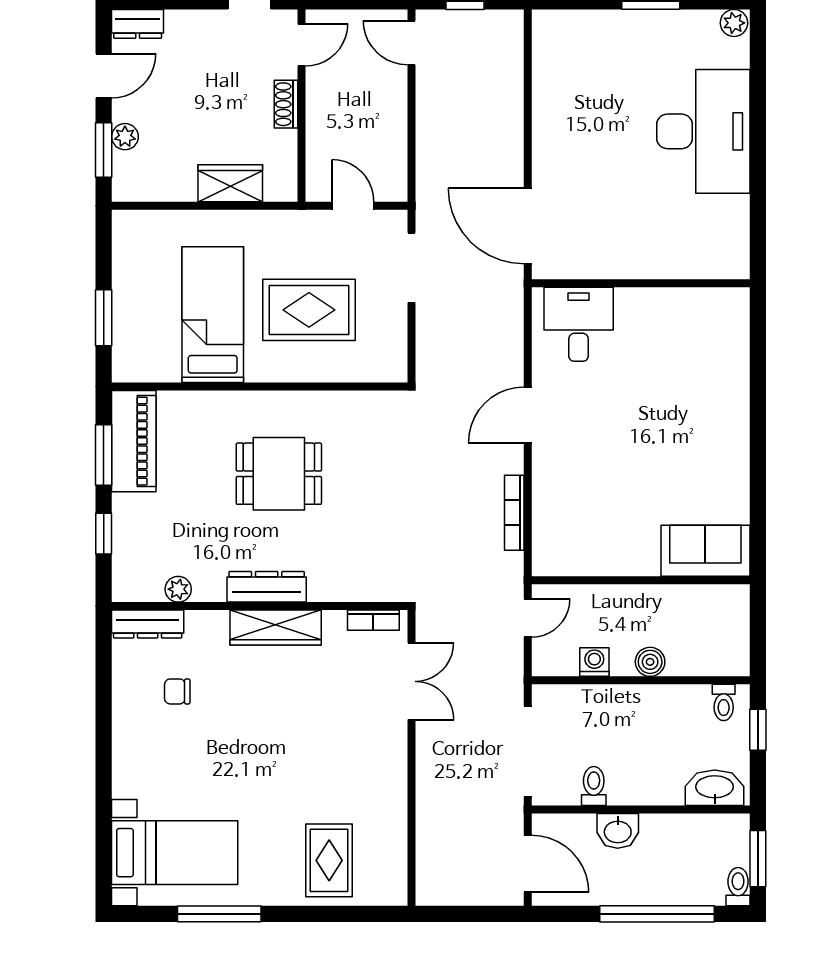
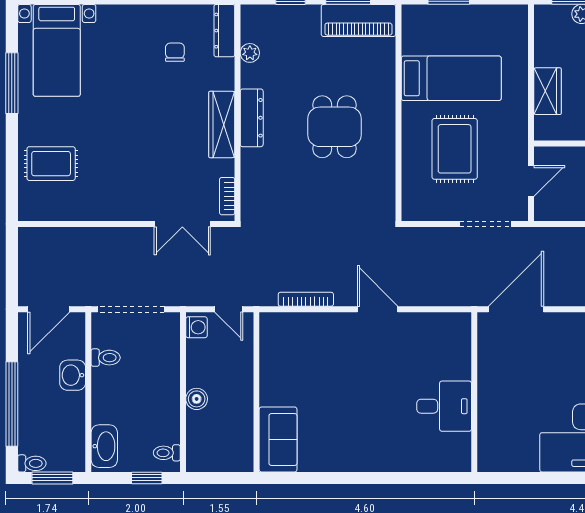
desk: (579, 324) -> (444, 406), moved
washing machine: (594, 662) -> (196, 327), moved

